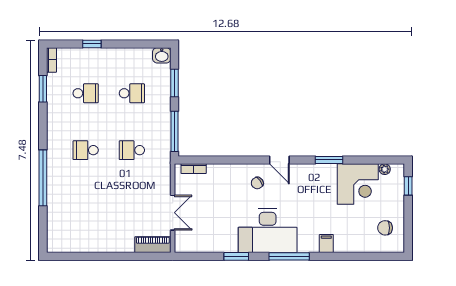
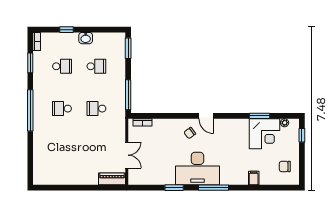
washbasin: (162, 55) -> (86, 38), moved
window: (175, 83) -> (128, 48), moved
window: (329, 160) -> (259, 116), moved
window: (43, 178) -> (30, 110), moved
filing cabinet: (326, 243) -> (254, 178), moved

